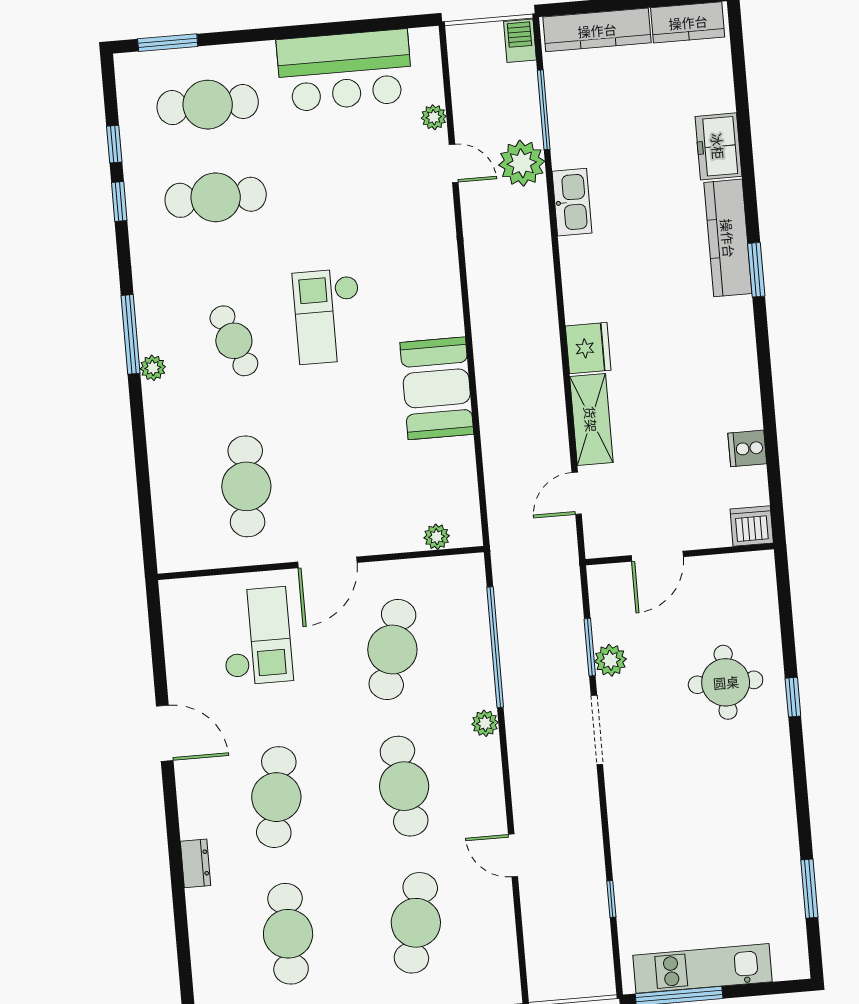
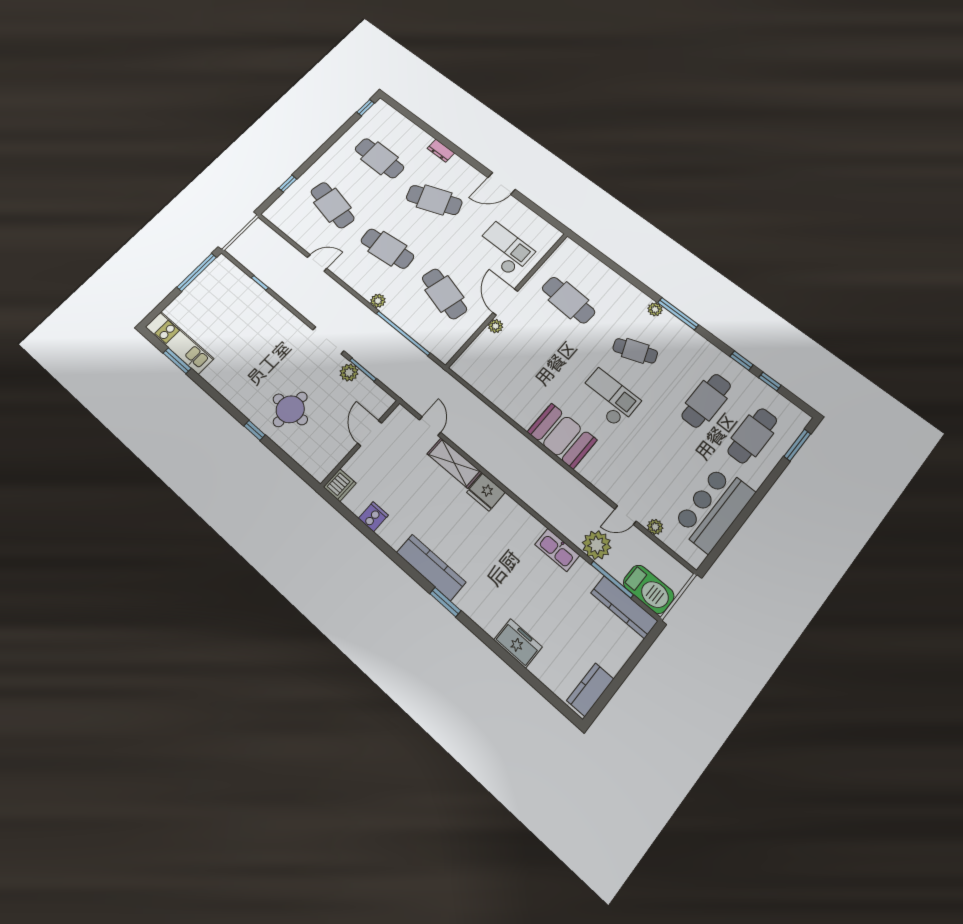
kitchen counter: (597, 30) -> (624, 607), moved, turned -90
barbecue: (520, 41) -> (649, 589), width x1.88, depth x1.53
kitchen counter: (728, 238) -> (431, 567), moved
booth: (437, 388) -> (562, 436), moved
plant: (437, 537) -> (496, 326), moved
checkout: (256, 636) -> (504, 249), turned 180
cafe table: (276, 797) -> (434, 200), turned -30
kitchen unit: (702, 968) -> (179, 343), moved, turned -90

